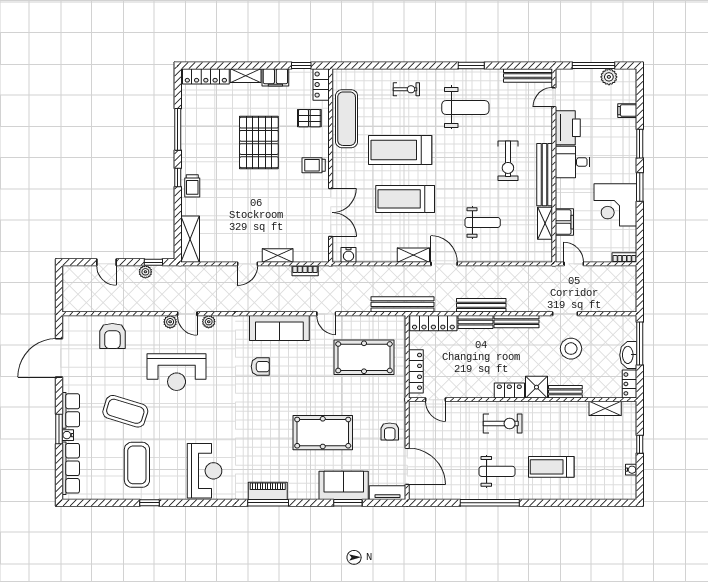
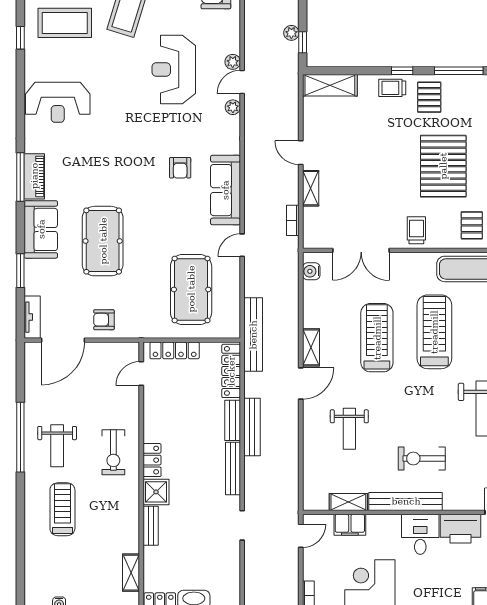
pallet: (259, 142) -> (443, 166), turned 90
pallet: (200, 154) -> (429, 97), added
stool: (571, 349) -> (201, 532), removed
sofa: (344, 485) -> (41, 229), moved

